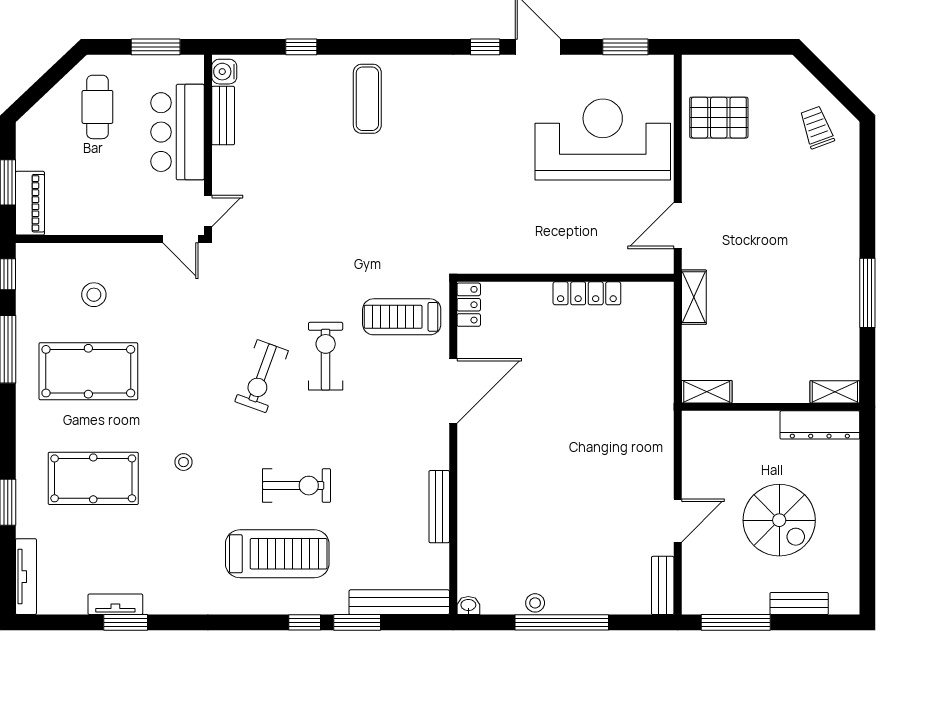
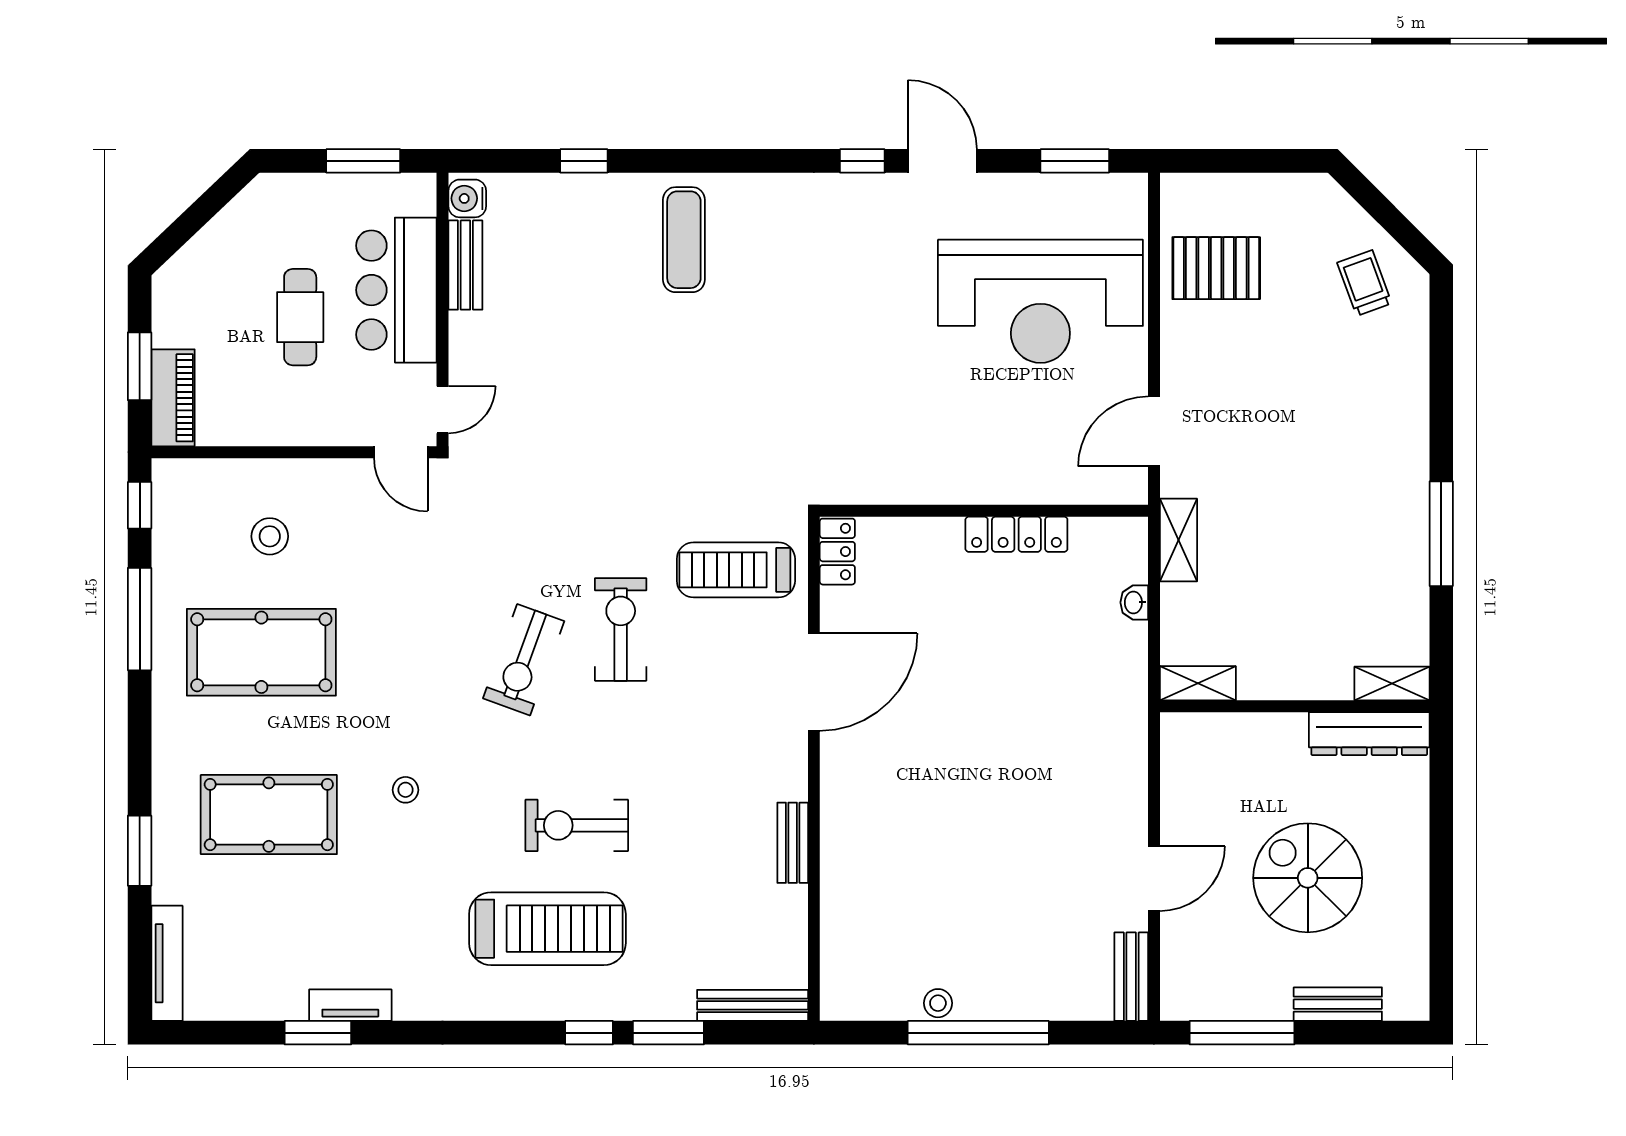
cafe table: (97, 107) -> (300, 317), moved
reception desk: (603, 139) -> (1040, 301), turned 180
exercise bike: (297, 486) -> (577, 825), turned 180
bench: (439, 507) -> (793, 843), width x0.73
spiral stairs: (779, 520) -> (1308, 878), turned 180
bench: (399, 602) -> (753, 1005), width x0.73, depth x0.82
tv unit: (115, 604) -> (350, 1005), moved
washbasin: (468, 605) -> (1134, 602), moved, turned -90

